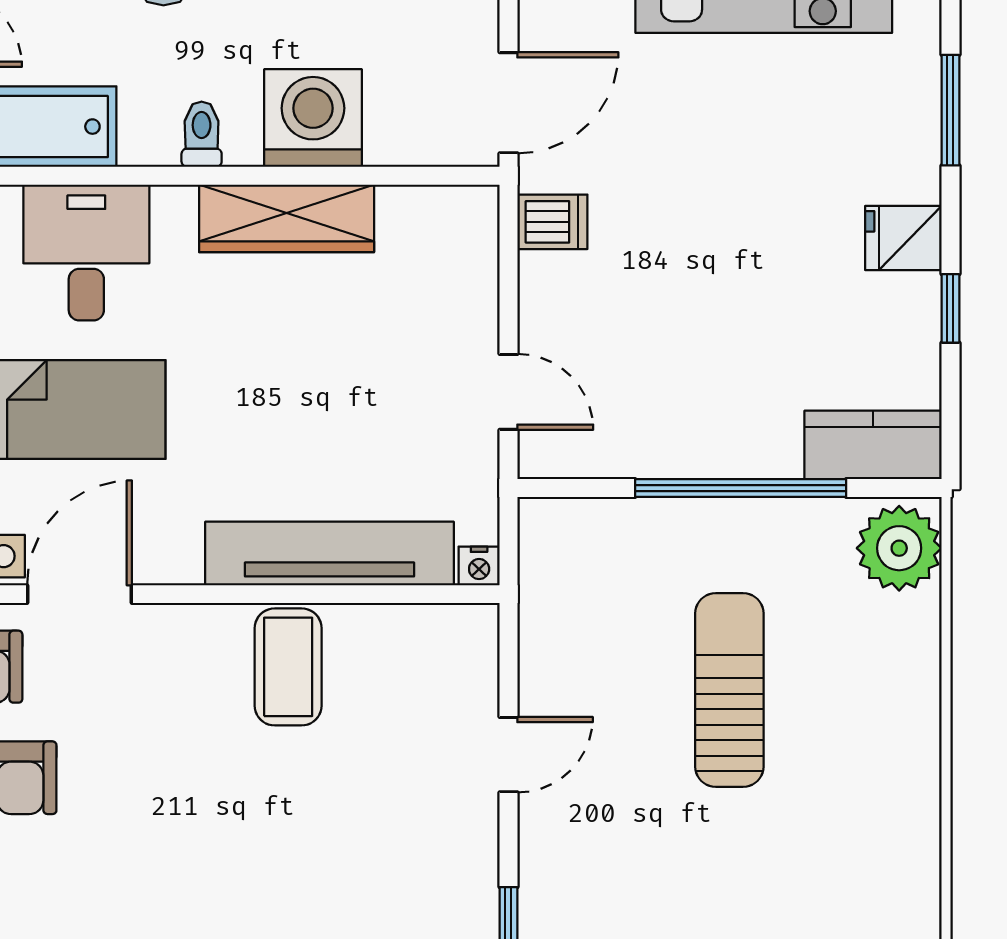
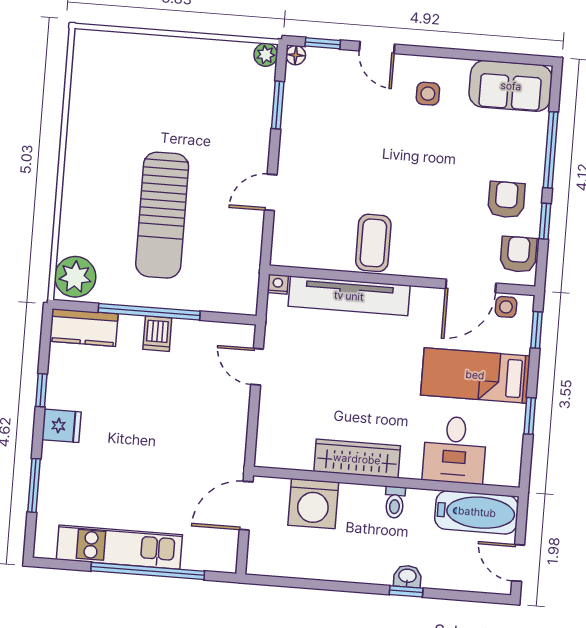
washing machine: (313, 118) -> (313, 504), moved
dishwasher: (552, 222) -> (157, 334), moved, turned -90
sun lounger: (729, 690) -> (162, 215), width x1.36, depth x1.34

